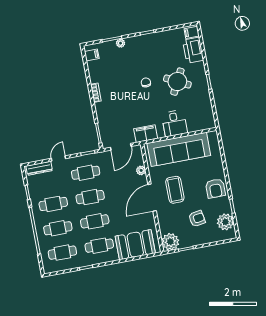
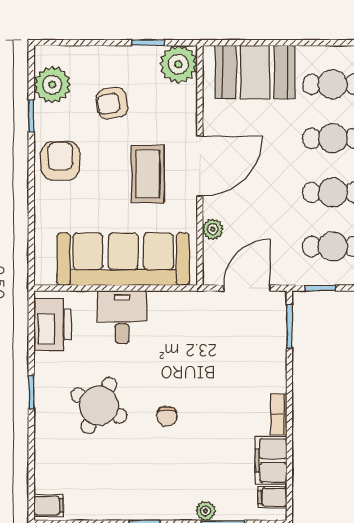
printer: (193, 50) -> (52, 324), moved
filing cabinet: (146, 134) -> (271, 461), moved, turned 90

